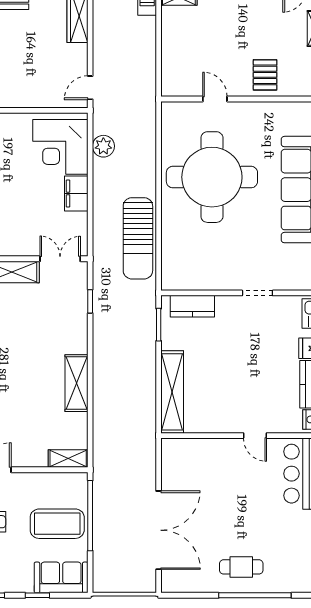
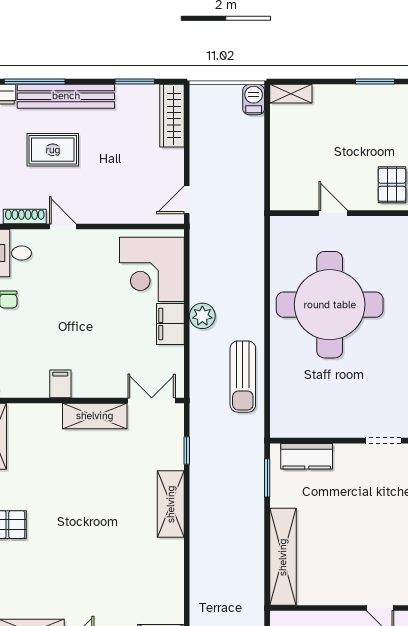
plant: (103, 146) -> (202, 316), moved
sun lounger: (138, 238) -> (243, 377), width x0.73, depth x0.75
shelving: (77, 383) -> (171, 504), moved

